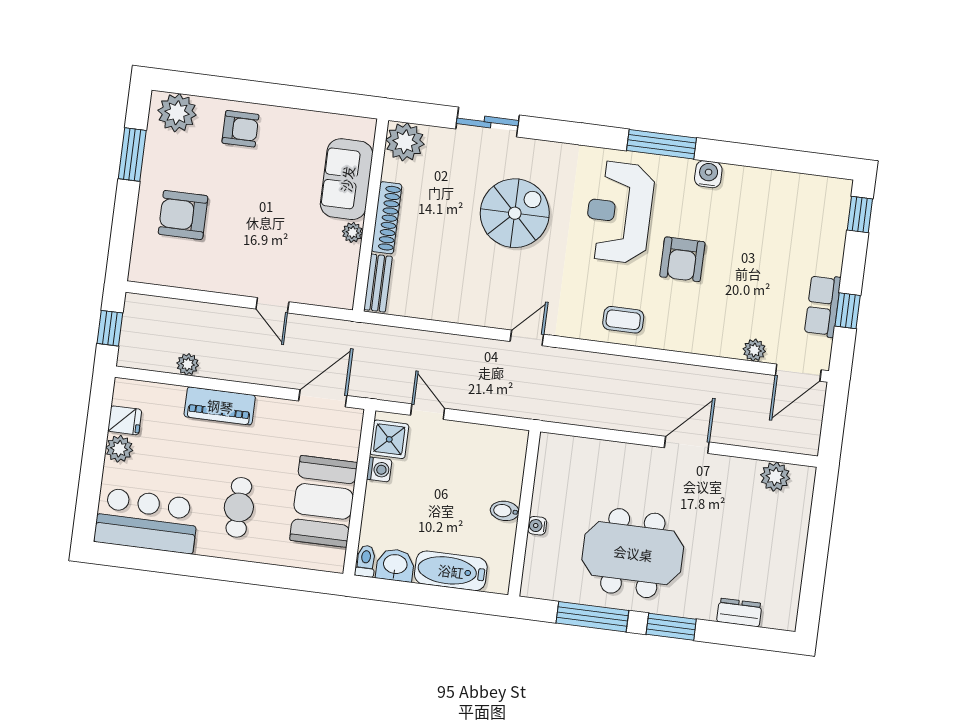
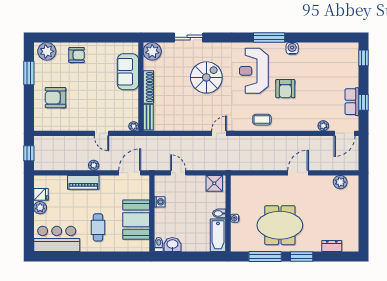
plant: (352, 232) -> (134, 126), moved
plant: (188, 364) -> (94, 165), moved
shower: (389, 439) -> (214, 183), moved
bathtub: (451, 571) -> (218, 235), moved, turned -90

